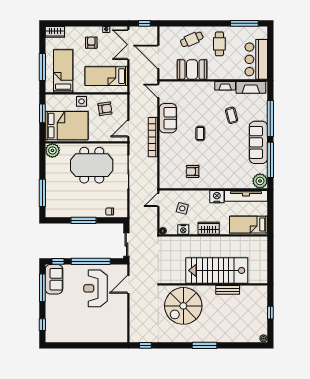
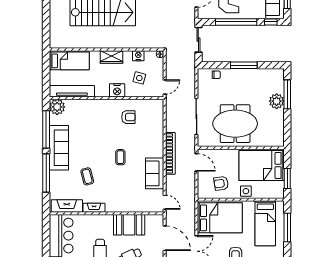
bed: (106, 76) -> (220, 218), width x1.50
door: (128, 129) -> (196, 162), hinge flipped
plant: (52, 150) -> (277, 101), moved
nightstand: (217, 197) -> (117, 90), moved

